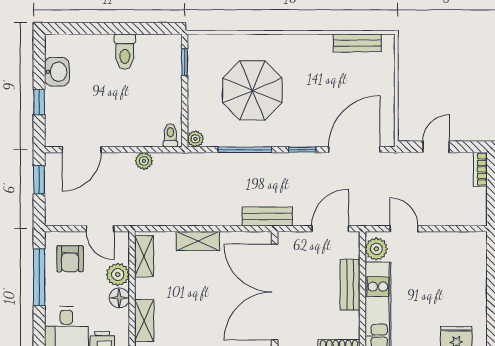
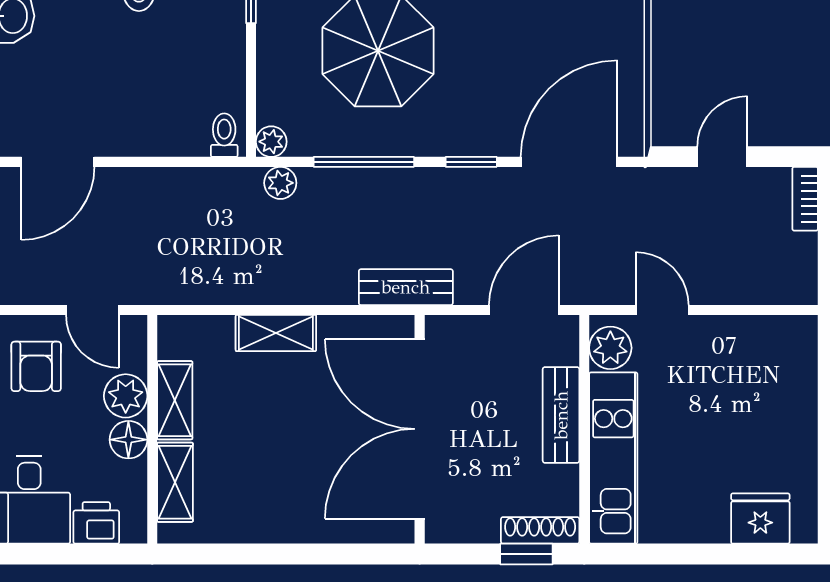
plant: (144, 161) -> (280, 183), moved
shelving: (144, 256) -> (175, 400), moved

